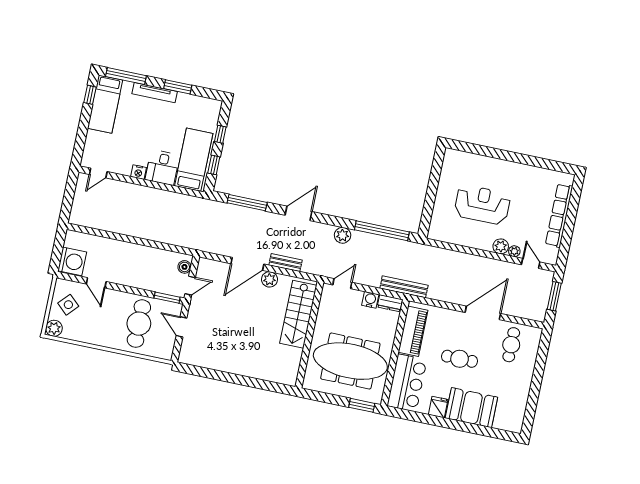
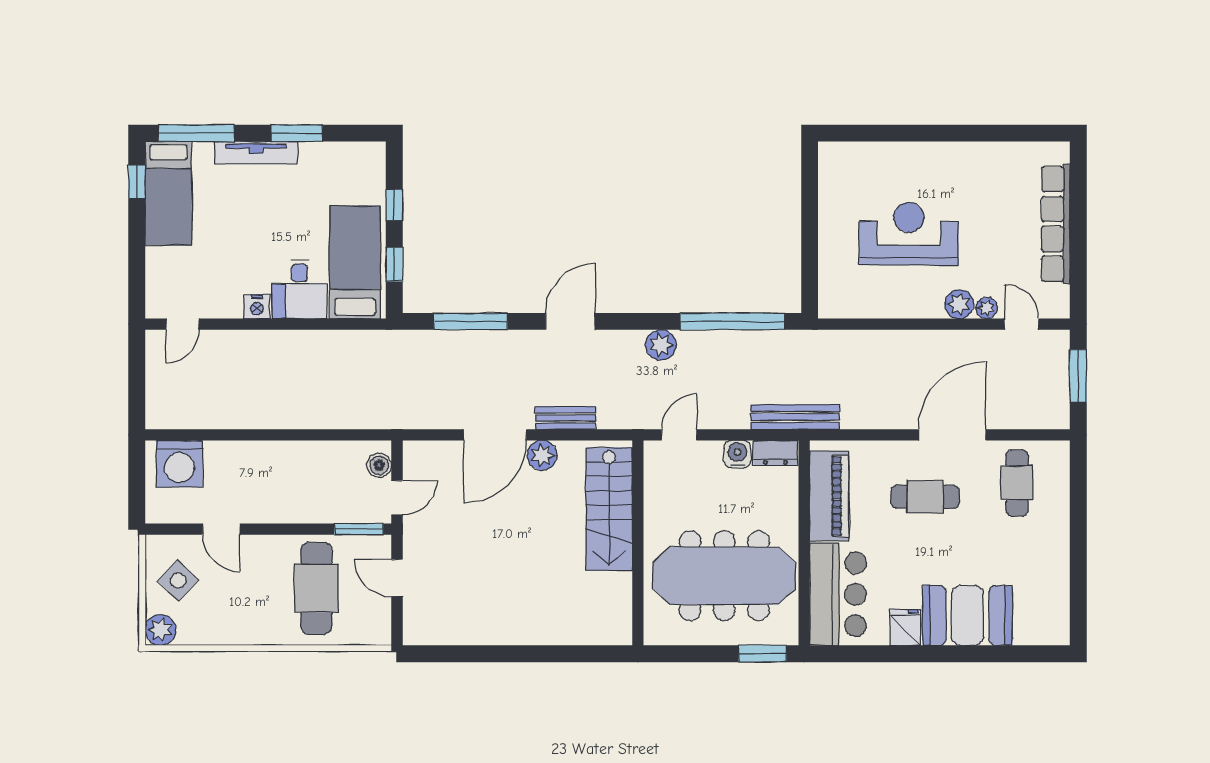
washing machine: (72, 261) -> (179, 464), moved, turned 90
cafe table: (460, 359) -> (925, 497), moved

